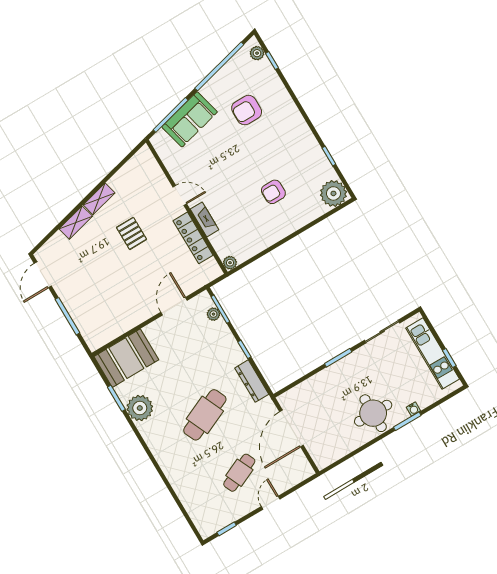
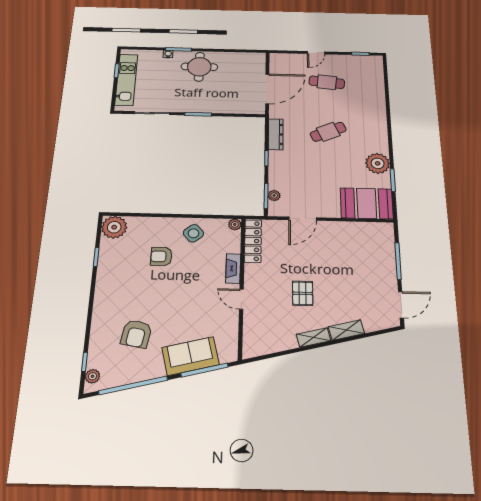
armchair: (247, 110) -> (136, 334), turned 100
armchair: (273, 192) -> (161, 256), turned 180
side table: (260, 231) -> (193, 233), added
locker: (193, 238) -> (253, 241), moved
cafe table: (205, 415) -> (328, 132), width x0.73, depth x0.74
cafe table: (239, 473) -> (327, 82), turned 30

